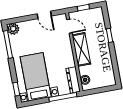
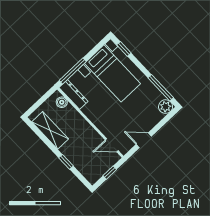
shelving: (81, 49) -> (50, 130), moved

